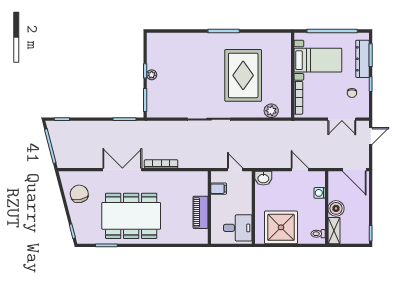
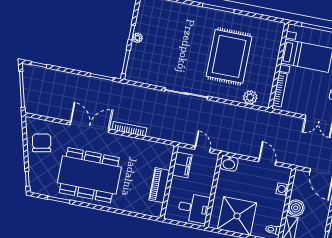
filing cabinet: (219, 189) -> (182, 165), width x2.00

